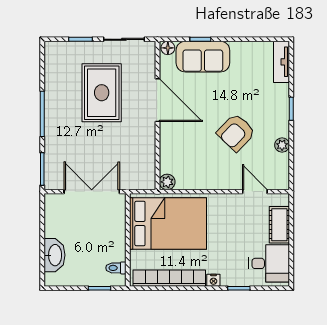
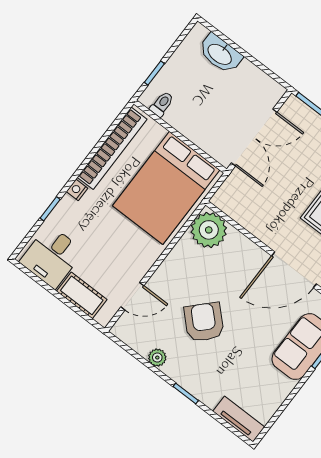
plant: (167, 182) -> (209, 230), width x1.88, depth x1.88

